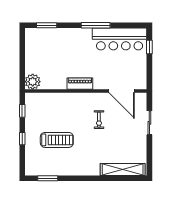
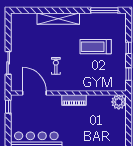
window: (149, 47) -> (8, 107), moved
shelving: (123, 170) -> (58, 19), moved
window: (48, 178) -> (104, 10), width x1.44

